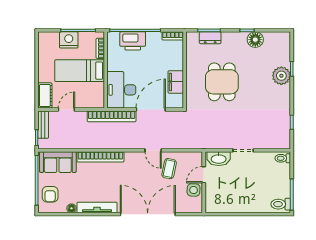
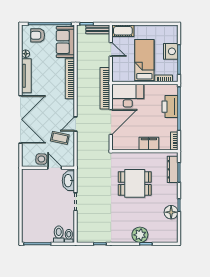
dresser: (210, 38) -> (173, 169), width x1.44
filing cabinet: (176, 82) -> (149, 144), moved
door: (151, 110) -> (111, 122), hinge flipped
toilet: (281, 204) -> (59, 234), moved

